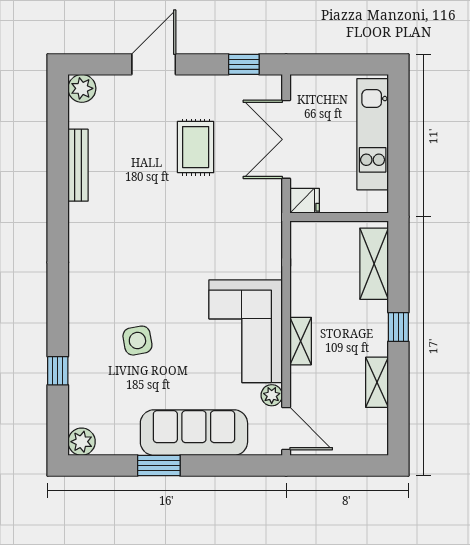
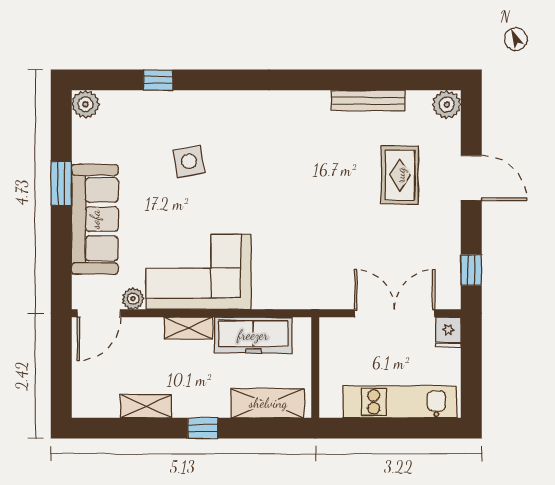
rug: (196, 147) -> (400, 175), moved, turned 90
fridge: (305, 201) -> (448, 332), moved
freezer: (307, 278) -> (253, 335), added

